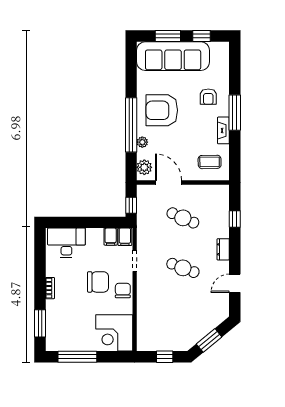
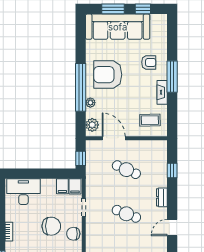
armchair: (208, 97) -> (149, 62), turned -90
chair: (123, 290) -> (73, 234), turned -90

